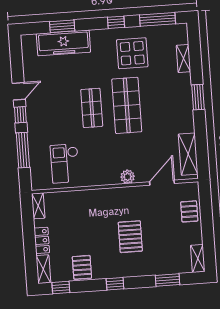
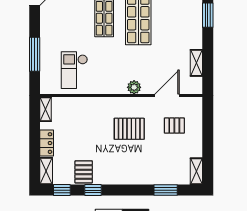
window: (20, 115) -> (35, 20), removed
shelving: (188, 154) -> (196, 63), width x0.67, depth x0.75
pallet: (189, 211) -> (174, 126), moved, turned 90
pallet: (130, 237) -> (129, 129), moved, turned 90
window: (115, 284) -> (93, 190), moved

